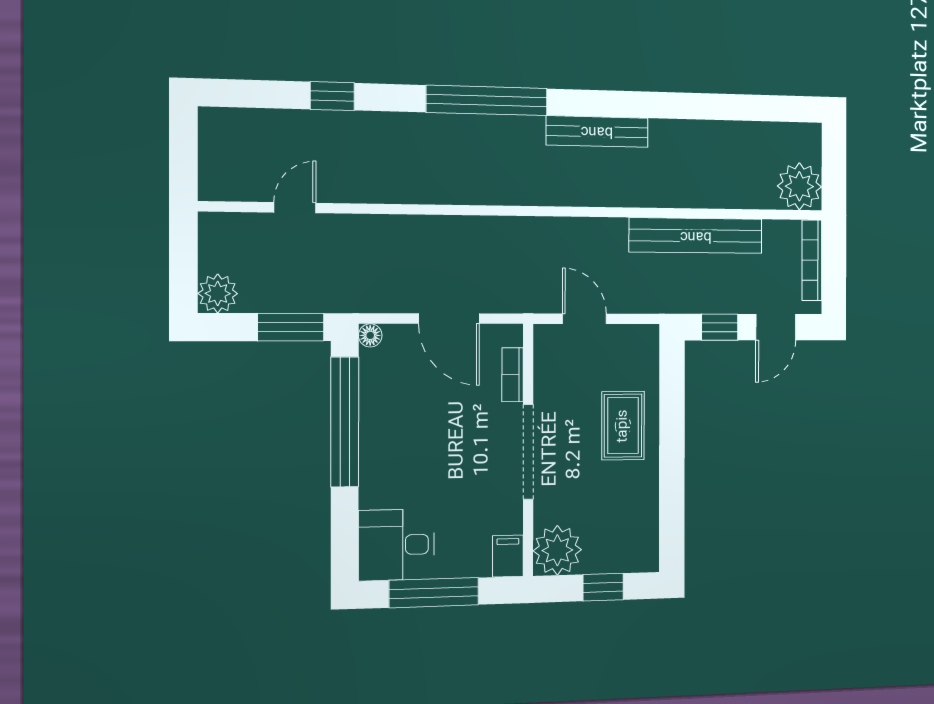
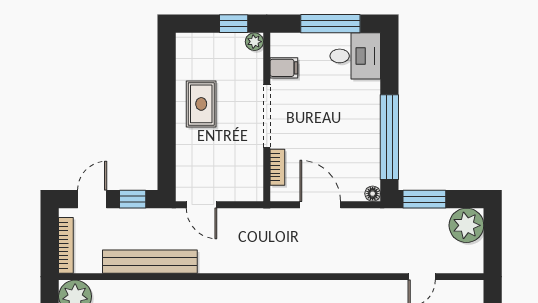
plant: (218, 293) -> (466, 225), width x1.36, depth x1.36
door: (584, 319) -> (202, 205), moved
rug: (623, 426) -> (201, 104), moved
plant: (557, 550) -> (254, 42), width x0.53, depth x0.53
filing cabinet: (508, 556) -> (284, 68), moved, turned -90
window: (603, 587) -> (234, 24), moved

